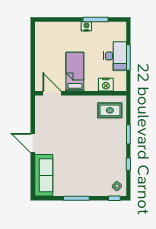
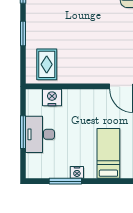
bed: (75, 72) -> (108, 153), moved, turned 180
rug: (110, 110) -> (47, 64), turned 90

